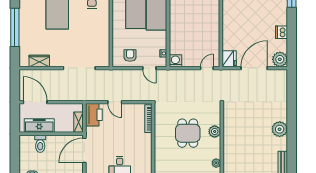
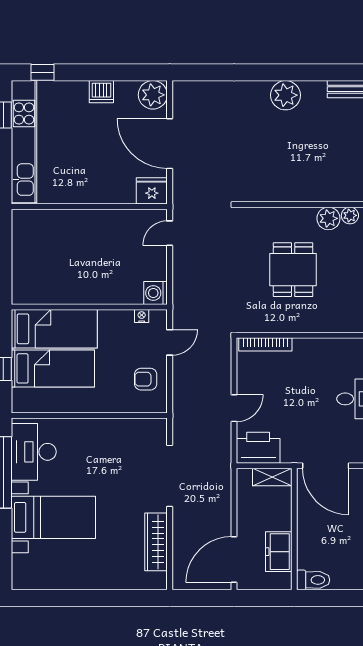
window: (15, 27) -> (92, 598), removed
wardrobe: (39, 61) -> (156, 542), width x1.50
door: (207, 68) -> (170, 233), hinge flipped
freezer: (39, 126) -> (279, 552), width x0.71
plant: (215, 132) -> (328, 218), moved
dining table: (188, 133) -> (293, 270), turned 90
toilet: (40, 144) -> (313, 580), moved

